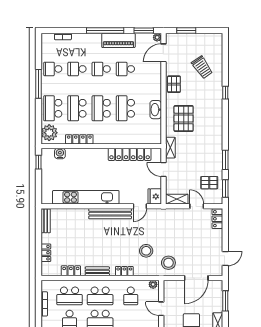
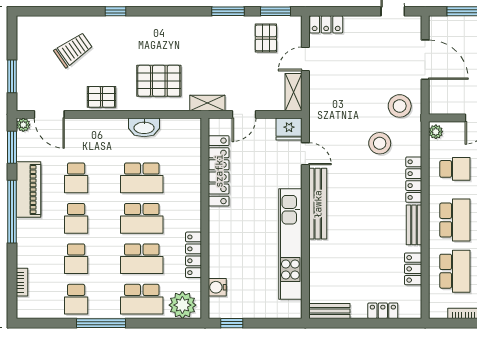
locker: (124, 271) -> (414, 180), width x1.53

